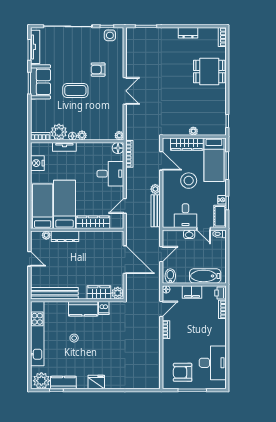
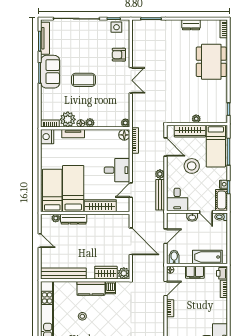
armchair: (98, 70) -> (119, 55), moved
dining table: (209, 72) -> (211, 62), width x1.37
nightstand: (37, 163) -> (47, 137), moved
desk: (110, 174) -> (117, 170), moved
desk: (185, 216) -> (177, 199), moved

